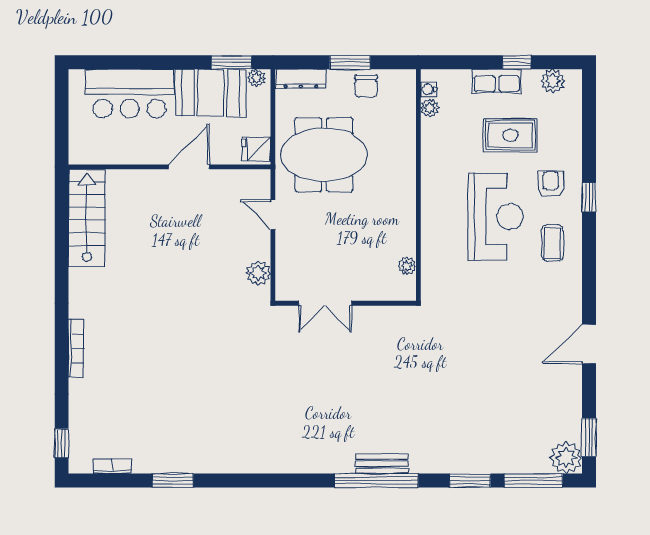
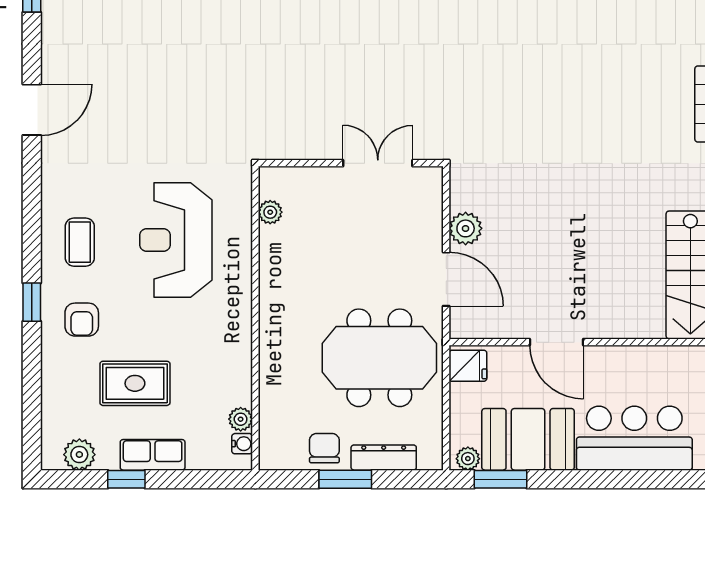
dresser: (301, 79) -> (384, 458), moved
door: (189, 167) -> (557, 342), hinge flipped
door: (273, 215) -> (446, 279), width x1.38
reception desk: (496, 217) -> (176, 240), moved
plant: (258, 273) -> (466, 228), moved

